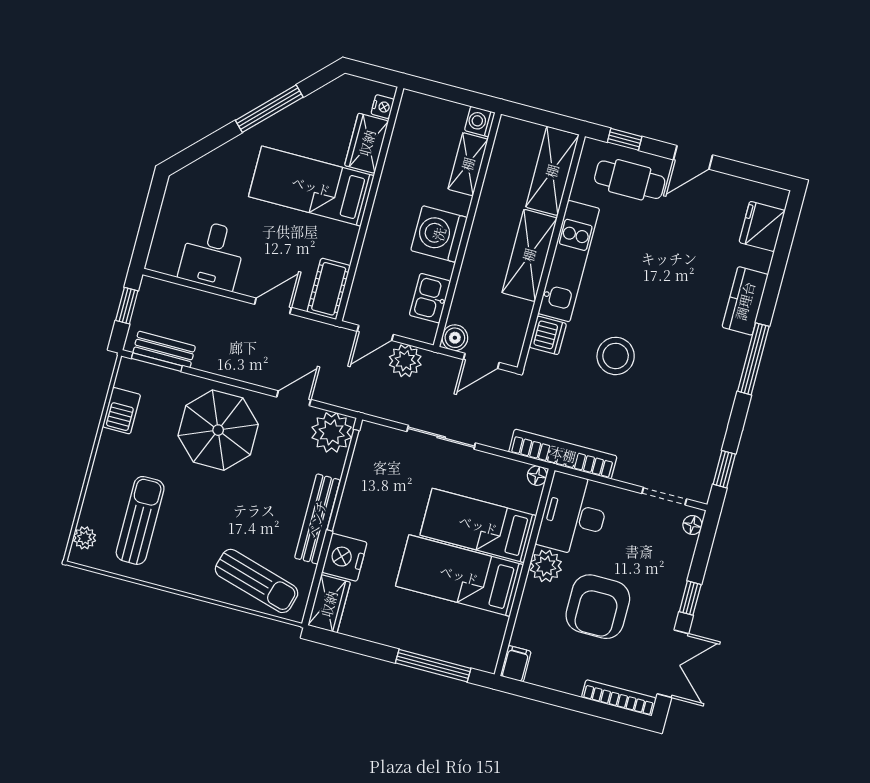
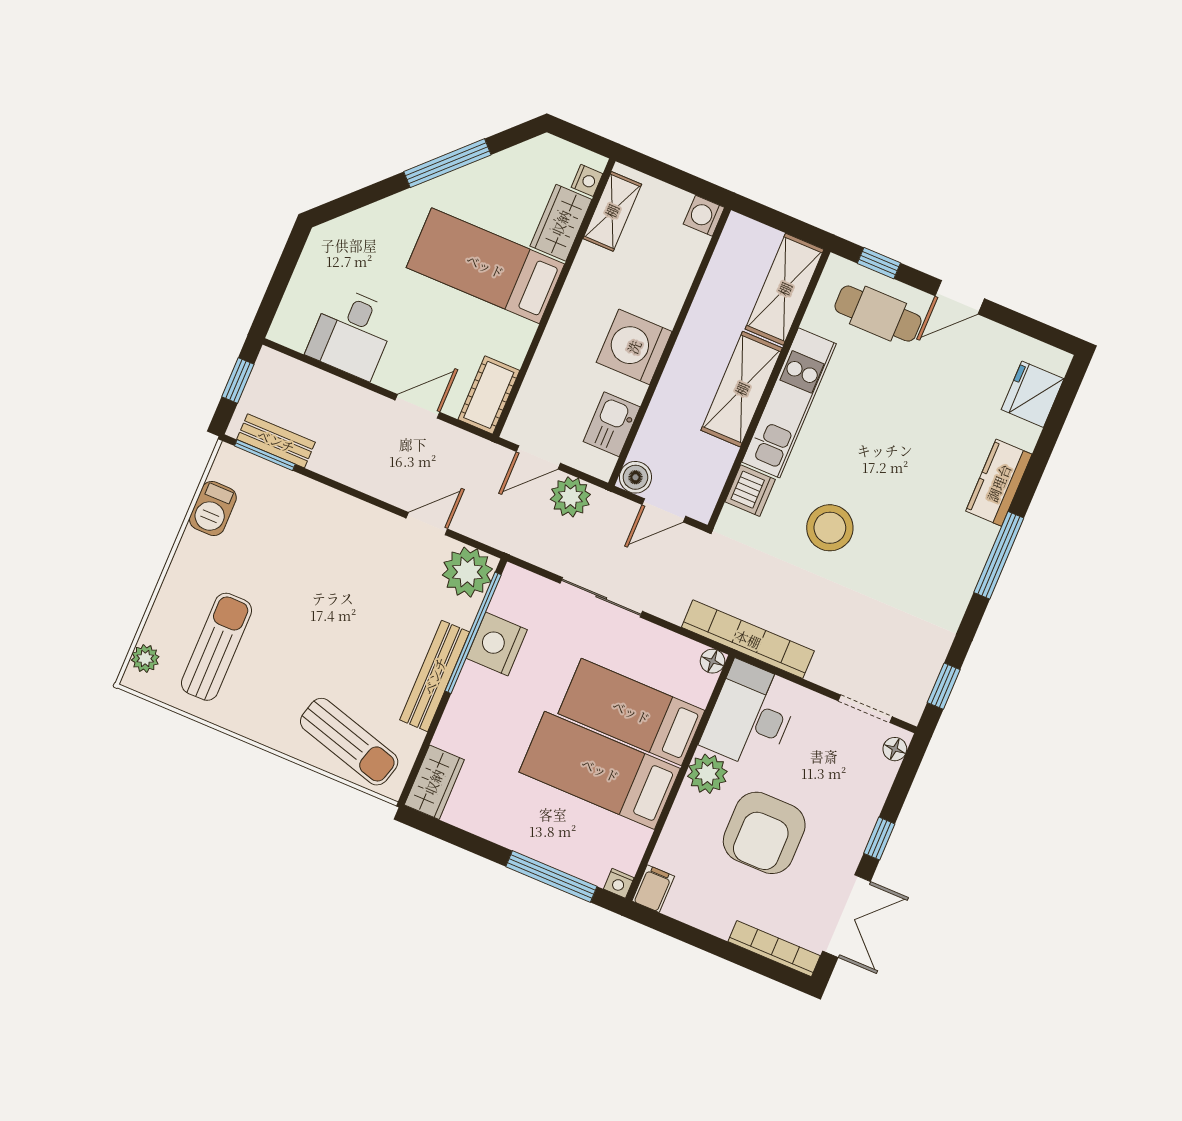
shelving: (468, 164) -> (612, 211), moved
parasol: (218, 430) -> (328, 549), removed
nightstand: (344, 557) -> (497, 644), moved
nightstand: (488, 663) -> (619, 883), added

